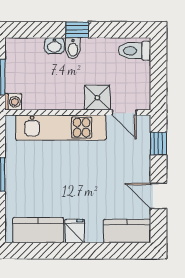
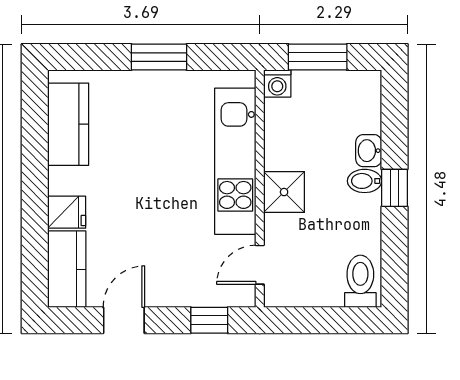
shower: (97, 98) -> (284, 192), moved
fridge: (75, 231) -> (67, 212), moved

